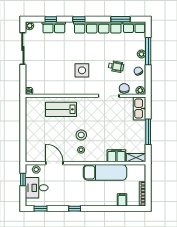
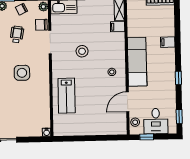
stool: (81, 135) -> (82, 51), moved
filing cabinet: (116, 156) -> (118, 27), width x0.50
exam couch: (105, 172) -> (137, 62), moved
filing cabinet: (122, 200) -> (168, 42), moved

